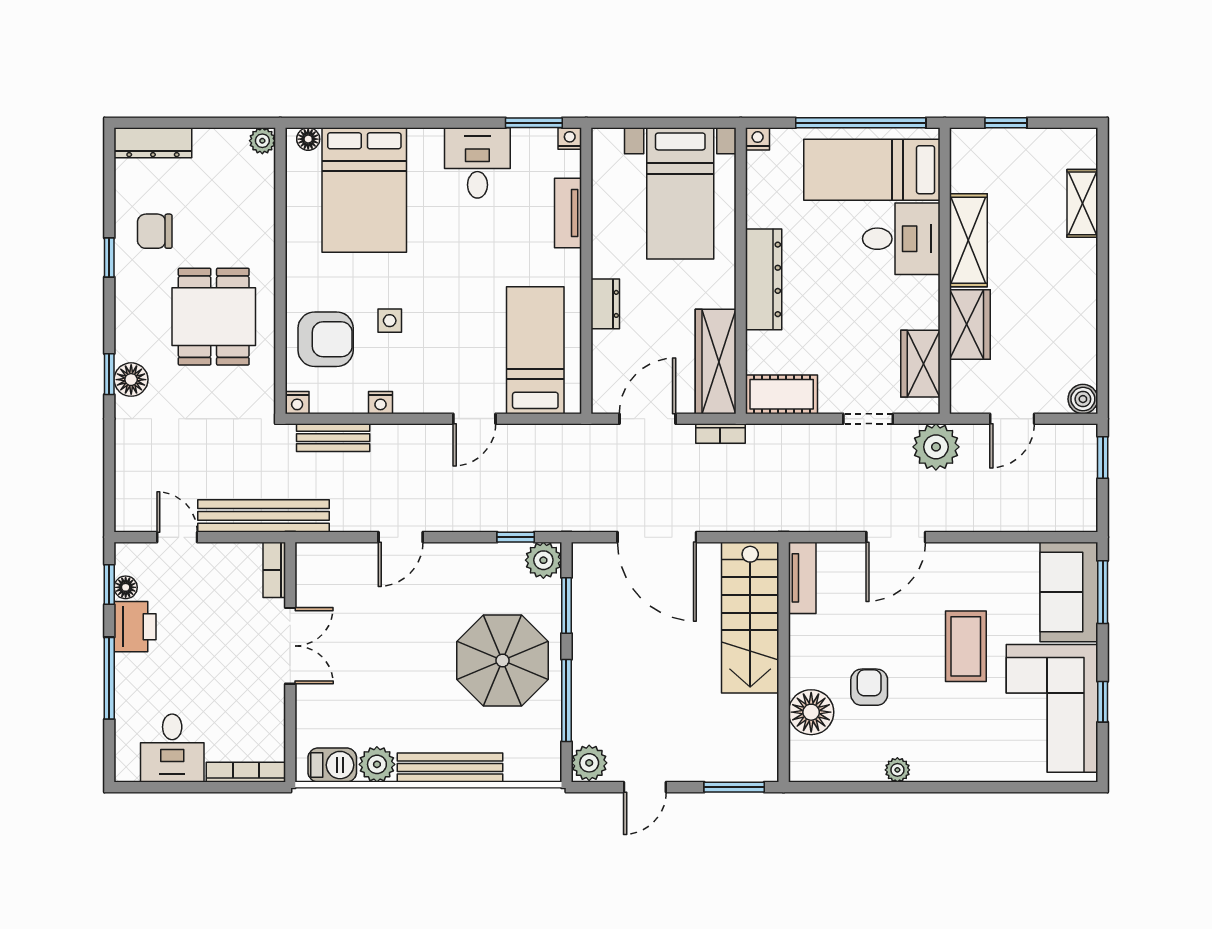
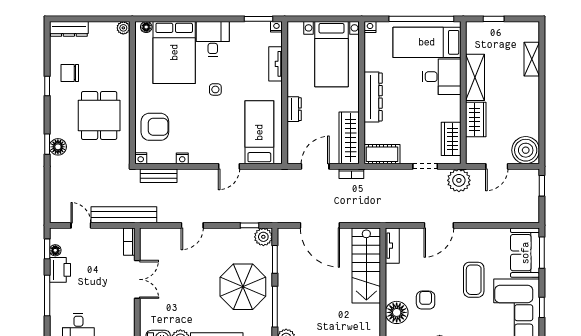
desk: (477, 163) -> (213, 39), moved
side table: (390, 321) -> (215, 89), moved
boiler: (1083, 399) -> (526, 150), width x1.86, depth x1.86

